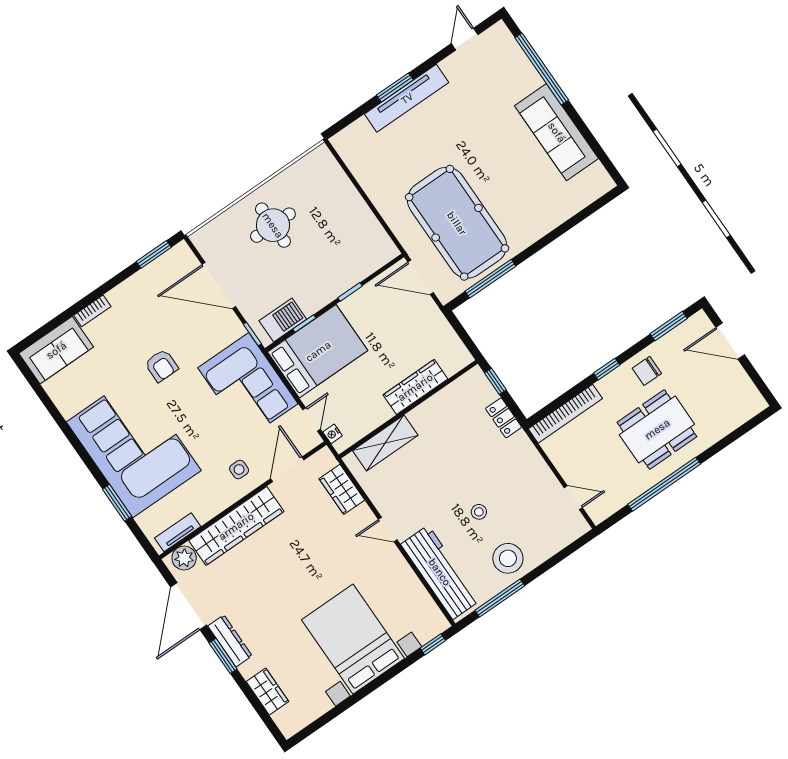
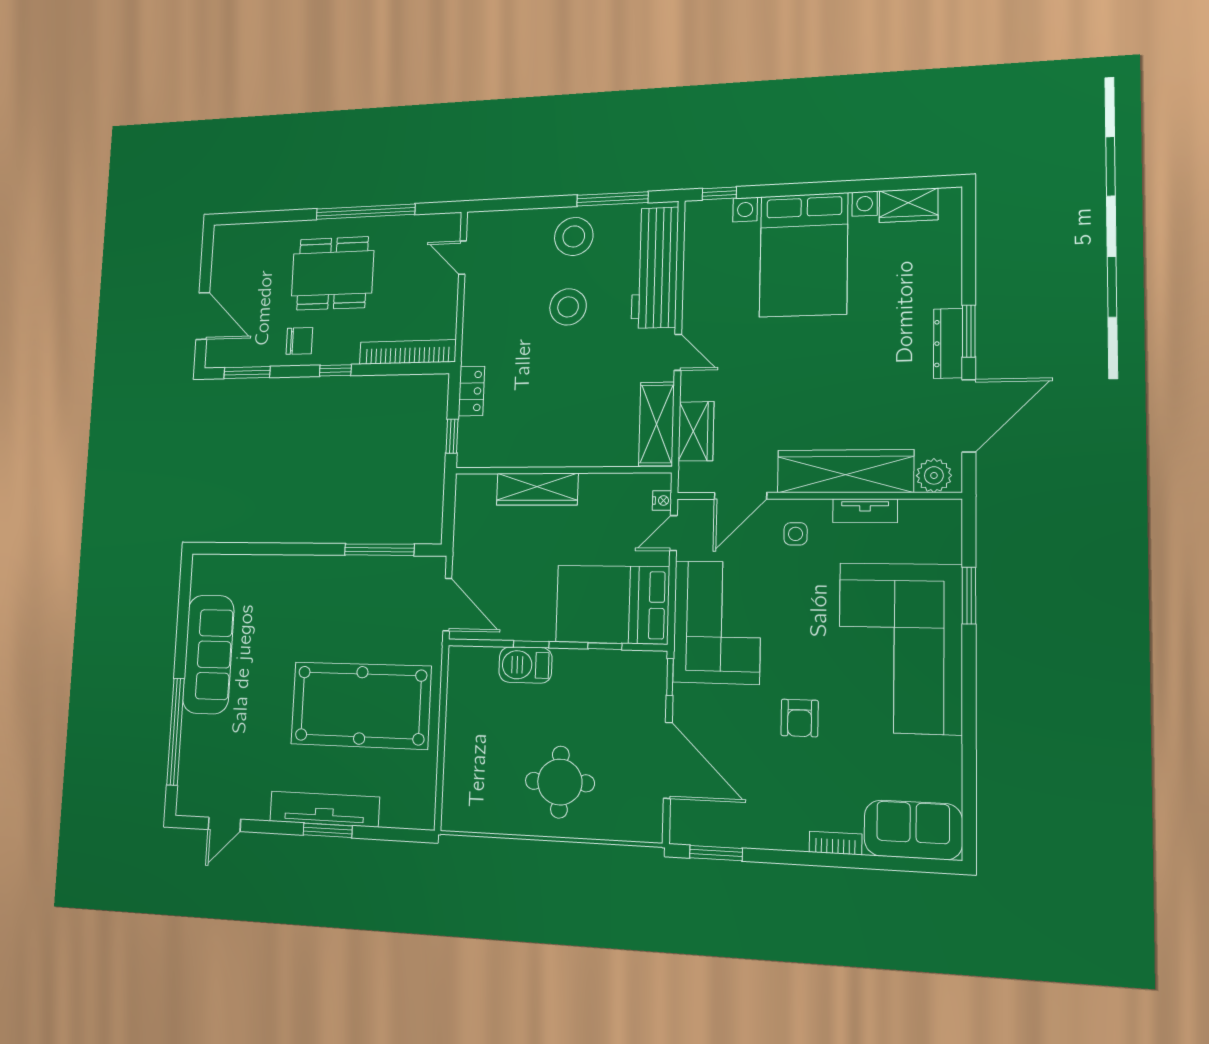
pool table: (457, 223) -> (361, 705), moved, turned 90
barbecue: (283, 320) -> (525, 665), moved
armchair: (161, 366) -> (800, 718), turned 180
shelving: (385, 443) -> (656, 424), moved, turned 90
stool: (479, 512) -> (568, 307), width x1.89, depth x1.89
tv unit: (178, 532) -> (865, 511), moved
wardrobe: (267, 692) -> (909, 205), moved, turned -90

